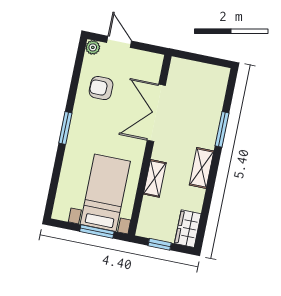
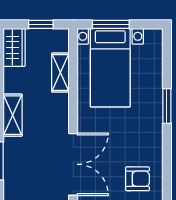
window: (65, 128) -> (167, 106), moved
shelving: (155, 178) -> (60, 73), moved

